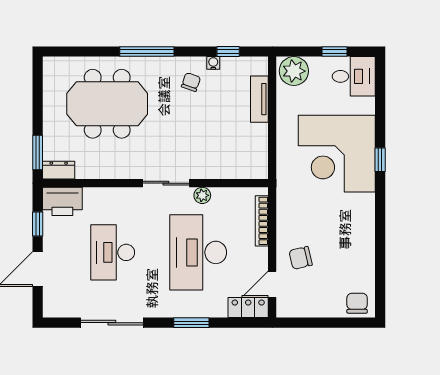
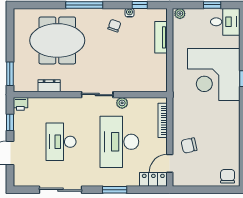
plant: (294, 71) -> (180, 14), width x0.53, depth x0.53
dresser: (59, 170) -> (49, 86), moved
printer: (62, 201) -> (20, 104), width x0.53, depth x0.68

